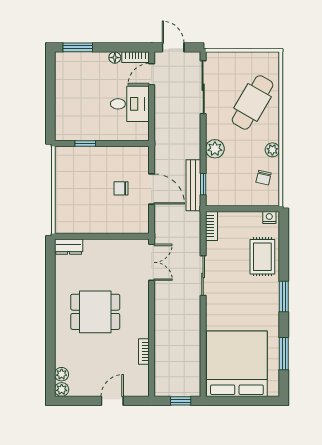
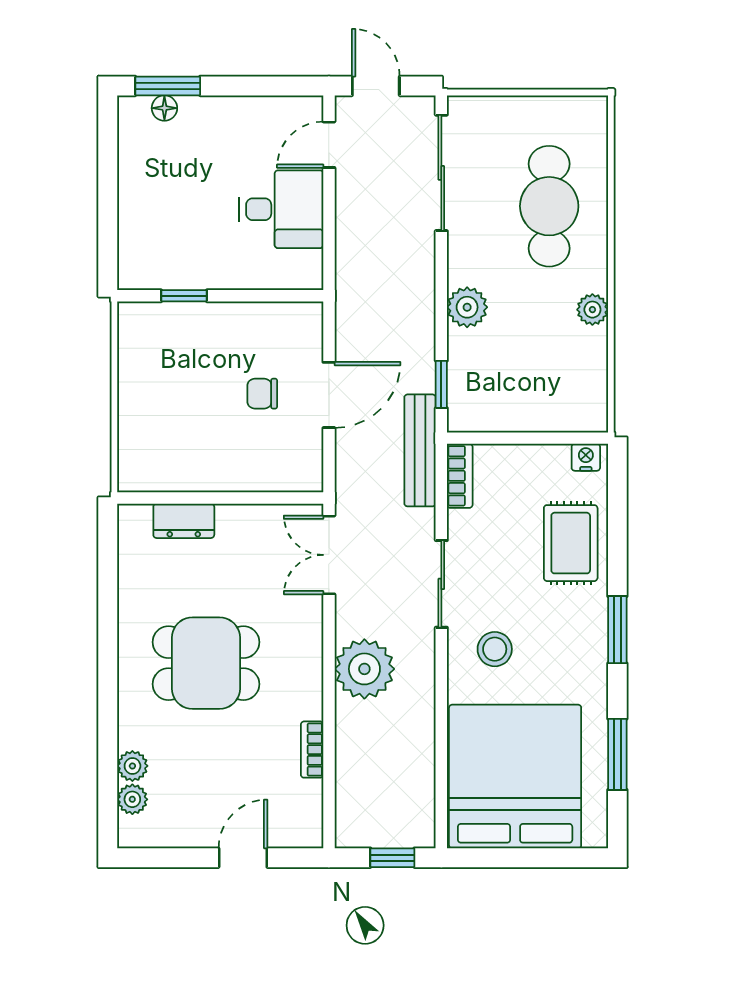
bookcase: (135, 57) -> (294, 107), removed
floor lamp: (115, 58) -> (164, 108), moved
cafe table: (253, 102) -> (549, 206), turned -30
chair: (264, 178) -> (573, 370), removed
bench: (193, 185) -> (420, 450), moved
door: (152, 189) -> (329, 395), hinge flipped
dresser: (69, 247) -> (184, 521), moved
double door: (152, 262) -> (329, 555), swing flipped
stool: (228, 305) -> (495, 649), added
plant: (168, 314) -> (364, 669), added
plant: (62, 389) -> (132, 766), moved

